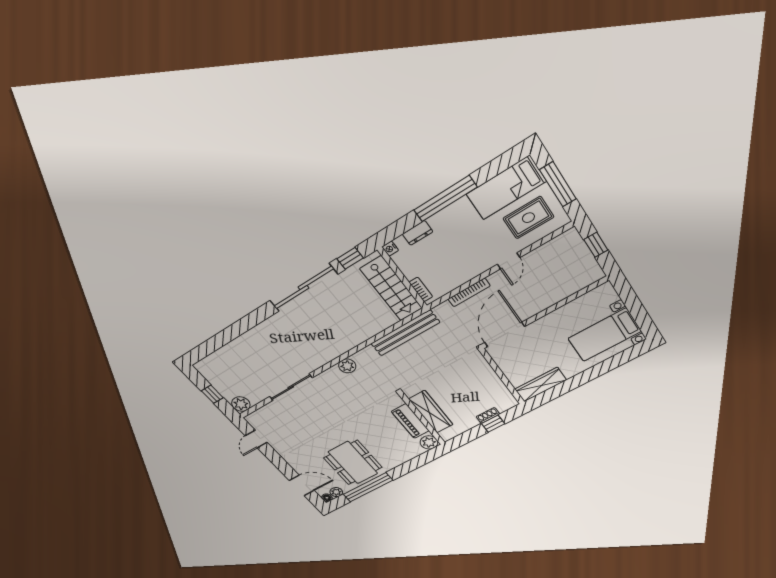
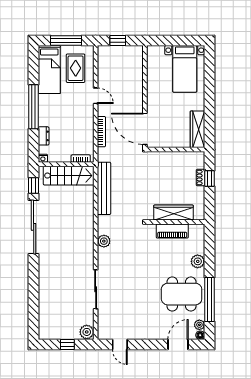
plant: (429, 442) -> (198, 261), moved

